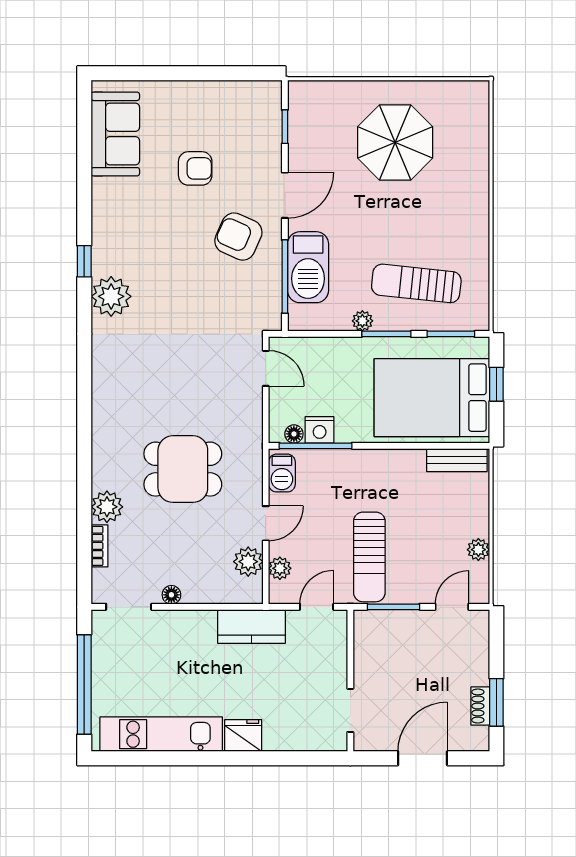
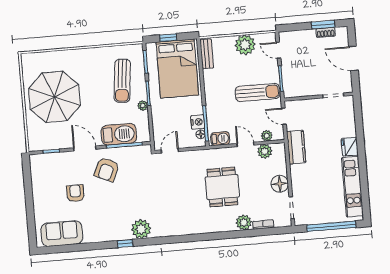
parasol: (395, 142) -> (54, 97), width x1.36, depth x1.36
plant: (478, 550) -> (245, 45), width x1.87, depth x1.87
floor lamp: (171, 595) -> (280, 184), width x1.89, depth x1.89

